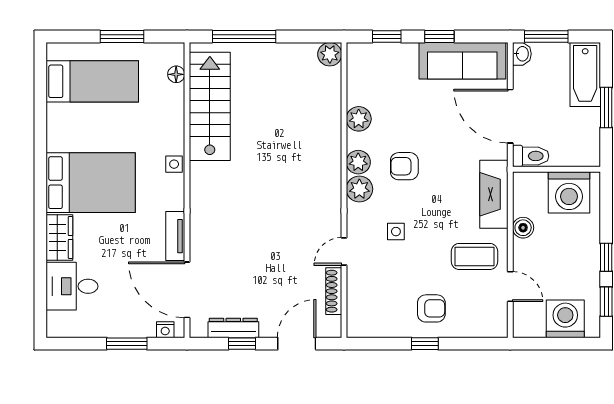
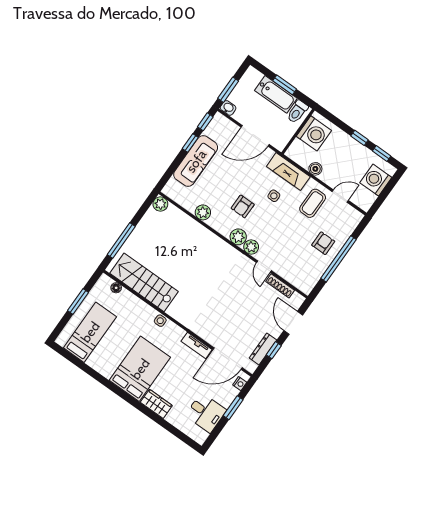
window: (387, 36) -> (205, 122), moved
sofa: (462, 61) -> (196, 161), moved
bathtub: (585, 74) -> (276, 94), moved
toilet: (531, 156) -> (297, 112), moved, turned 180
plant: (358, 162) -> (251, 247), moved
side table: (396, 232) -> (274, 196), moved
desk: (72, 286) -> (206, 413), moved, turned -90
window: (425, 344) -> (339, 259), width x3.17

